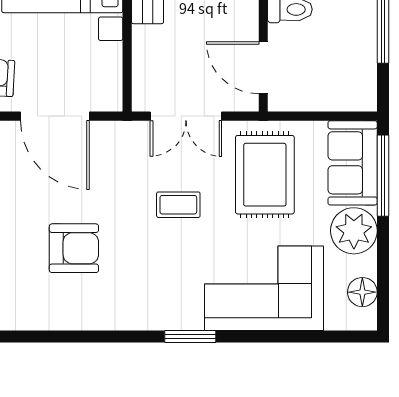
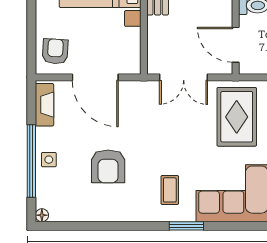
coffee table: (178, 205) -> (170, 190), moved, turned 90
armchair: (74, 248) -> (108, 166), turned 90

